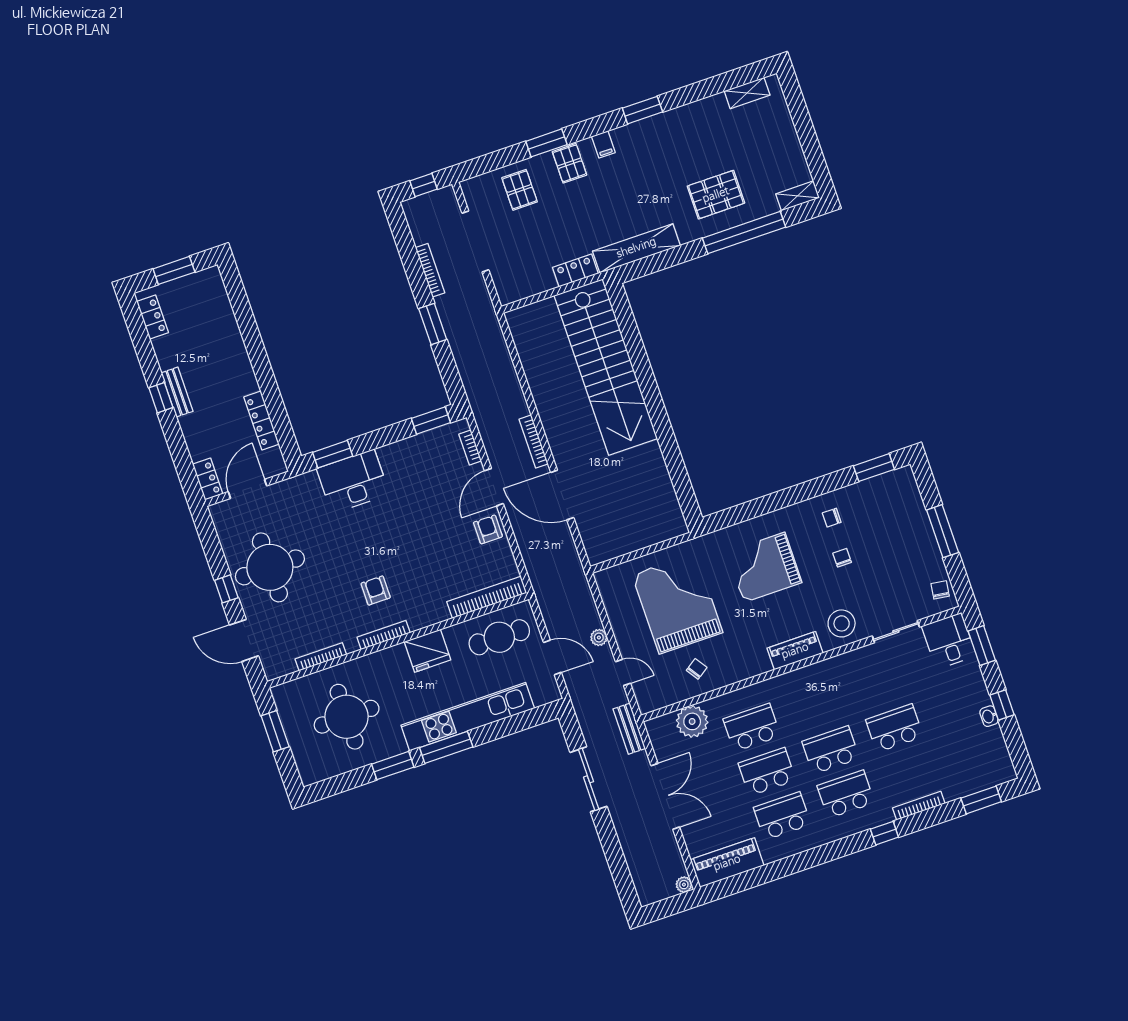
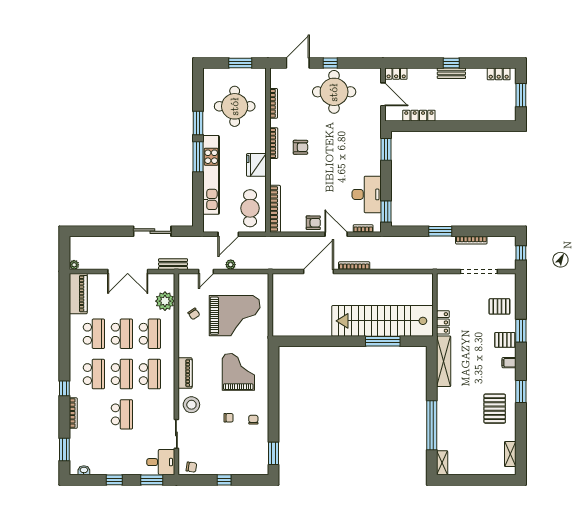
pallet: (716, 195) -> (495, 409), moved
window: (638, 356) -> (383, 341), added
desk: (353, 481) -> (367, 194), moved
window: (943, 531) -> (224, 480), width x0.46
school desk: (816, 706) -> (150, 374), added
washbasin: (989, 716) -> (84, 470), moved

